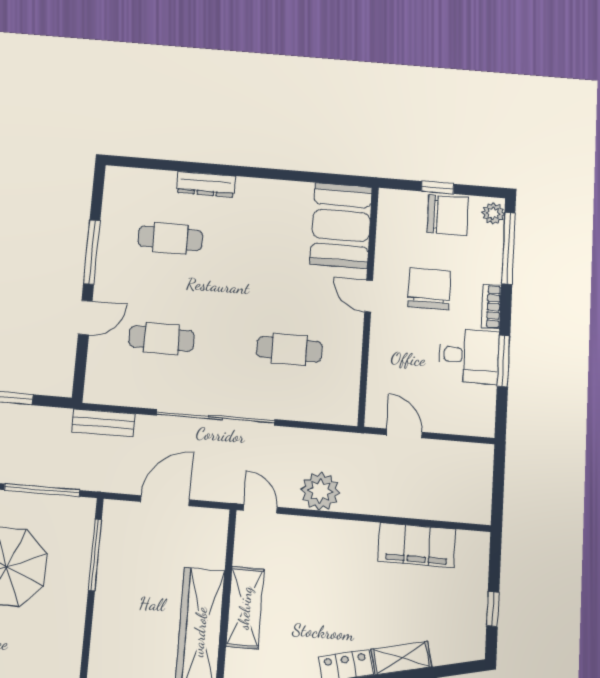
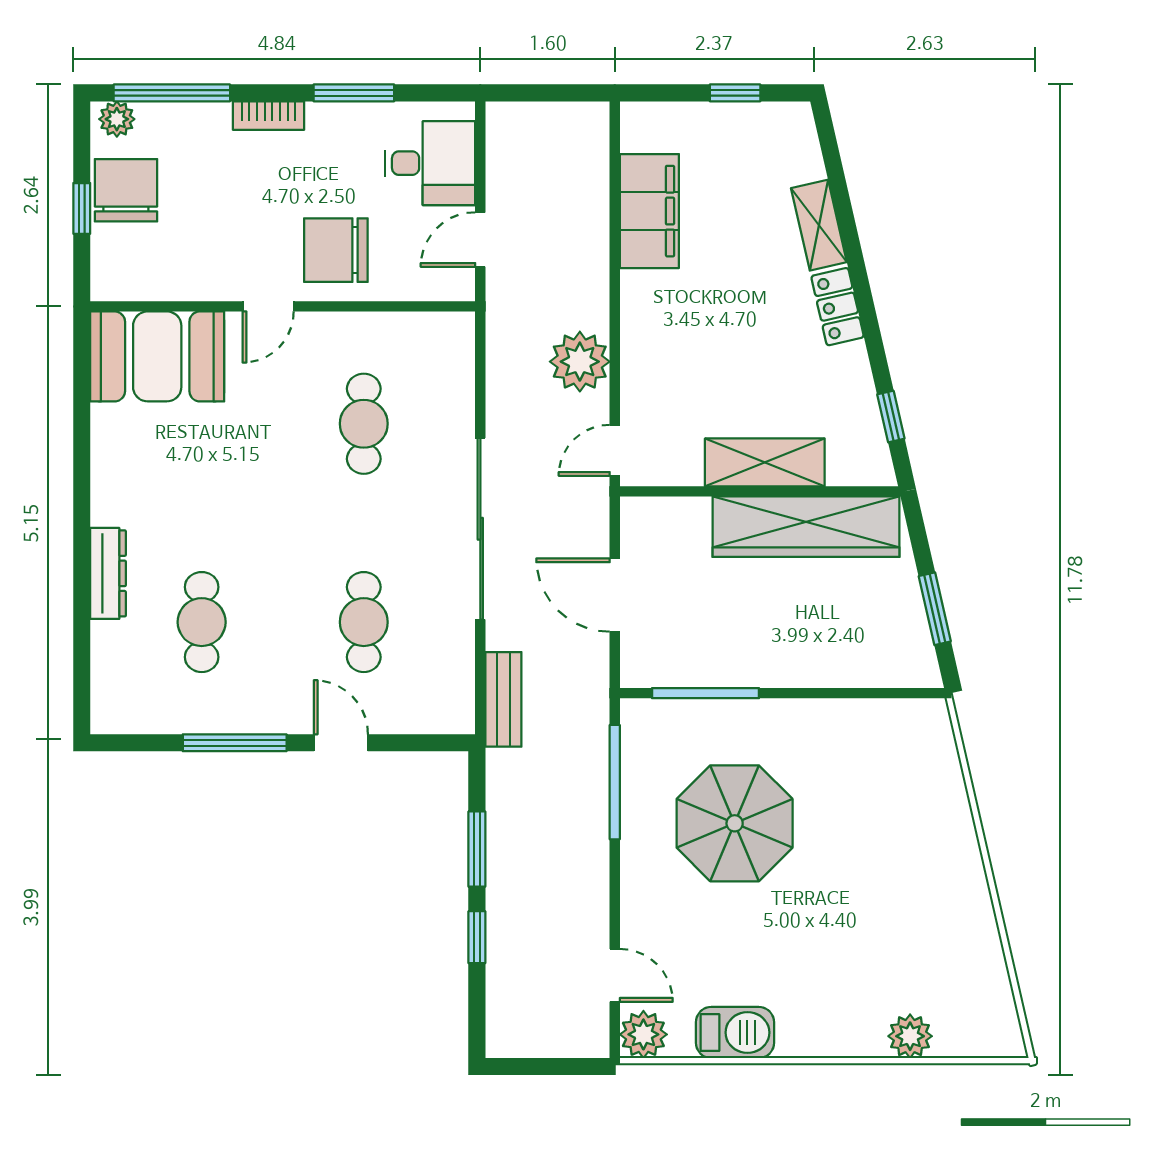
chair: (429, 289) -> (336, 250), moved
desk: (469, 356) -> (430, 163), moved, turned 90

